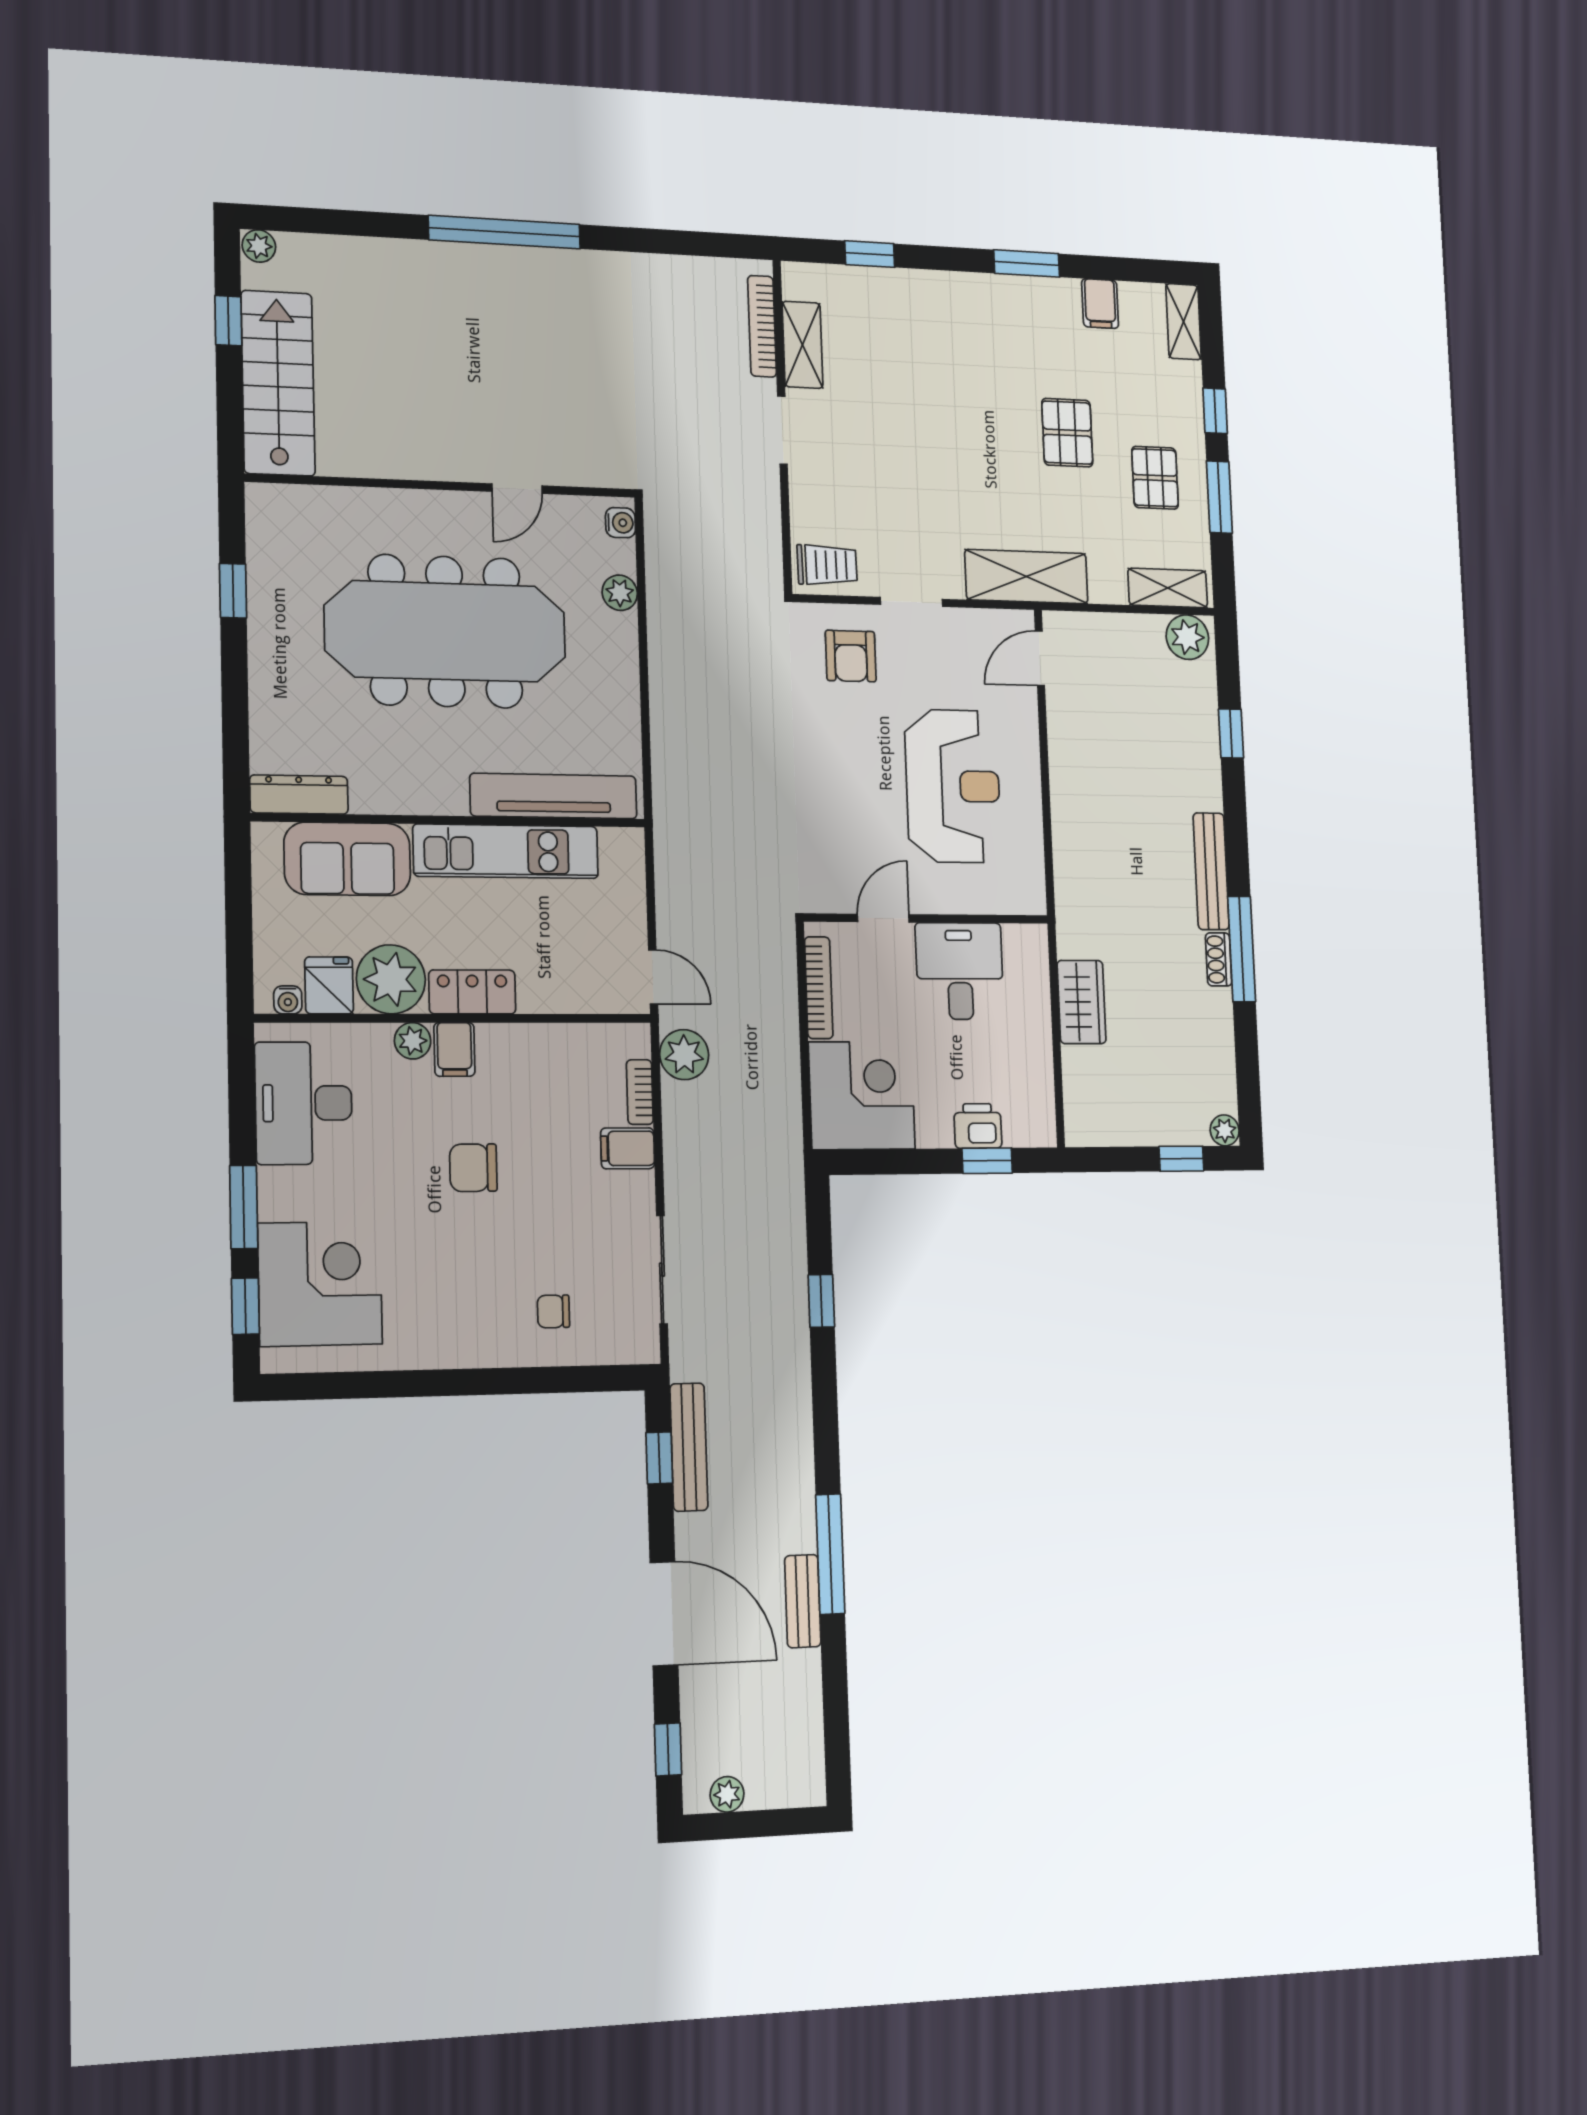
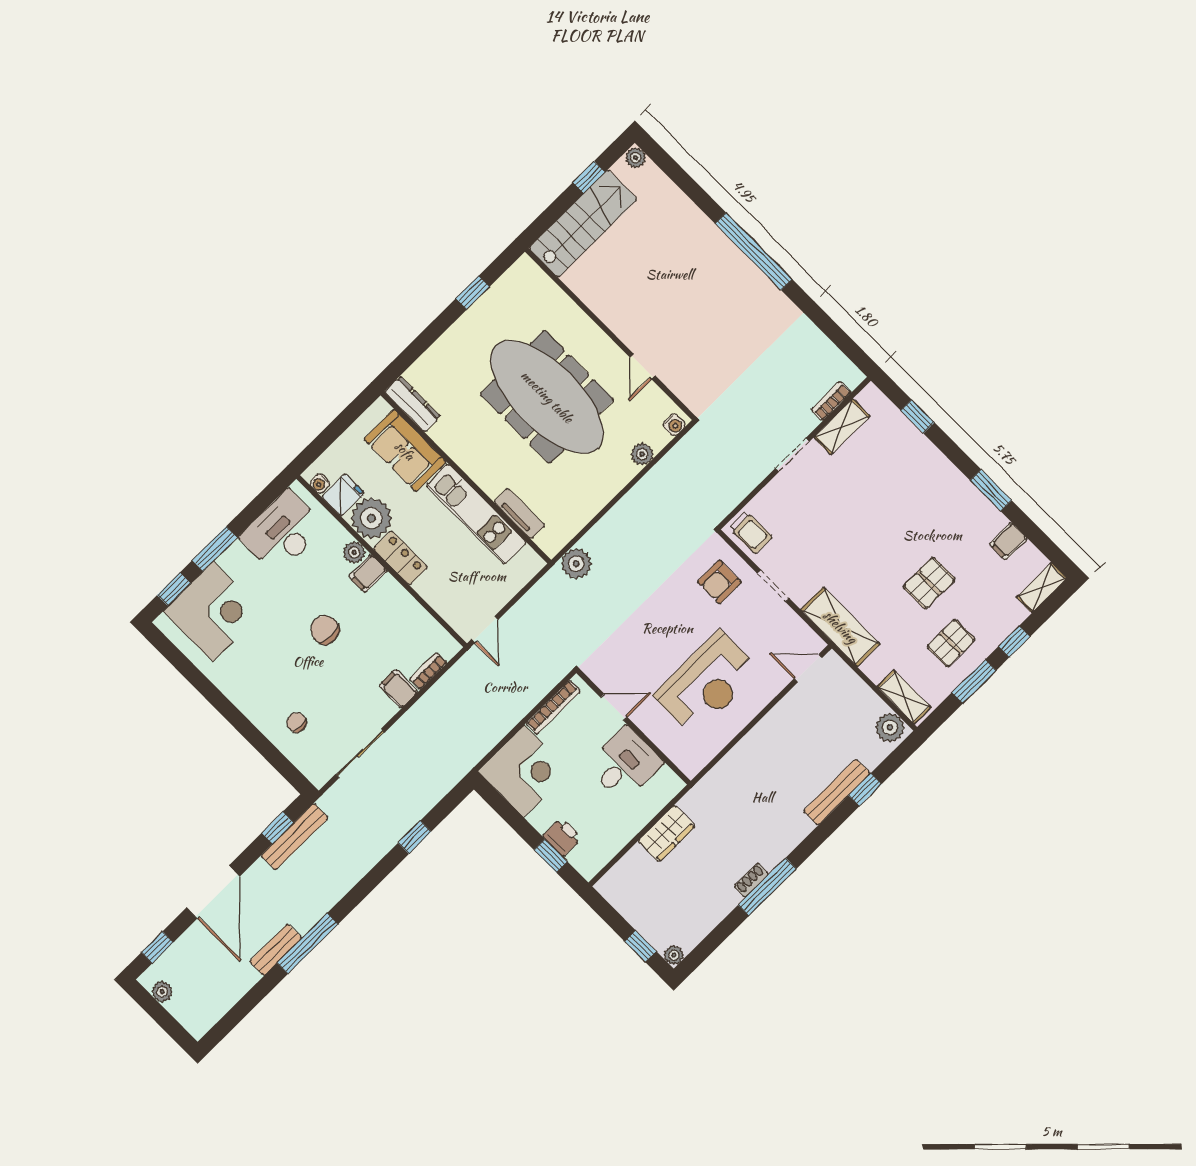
bookcase: (762, 326) -> (831, 401), width x0.64
door: (517, 489) -> (643, 367), hinge flipped
tv unit: (554, 796) -> (519, 513), width x0.52, depth x0.78
bench: (1211, 871) -> (837, 792), moved
plant: (684, 1055) -> (576, 564), moved

